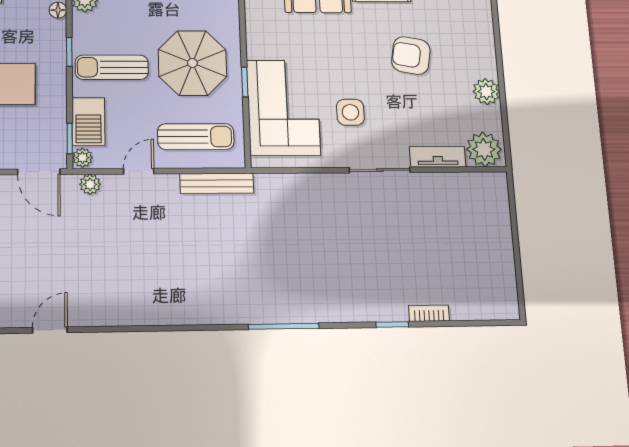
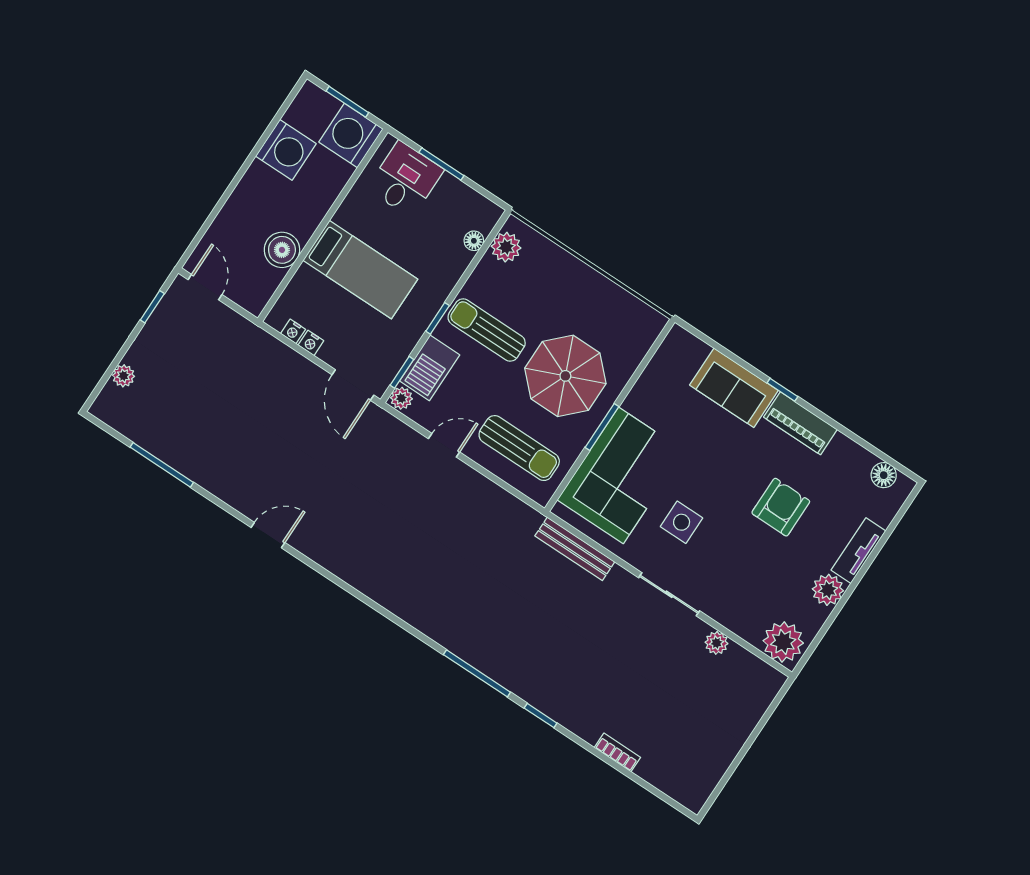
window: (69, 52) -> (438, 318), moved
armchair: (411, 56) -> (781, 507), turned 80
window: (245, 82) -> (602, 427), width x1.50
tv unit: (438, 157) -> (858, 551), moved, turned -90
bench: (217, 183) -> (575, 549), moved
plant: (90, 184) -> (717, 643), moved
window: (392, 325) -> (541, 716), moved

